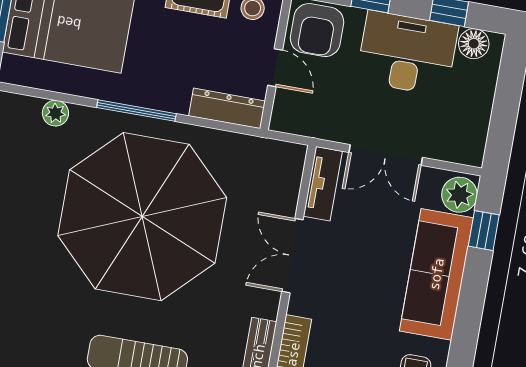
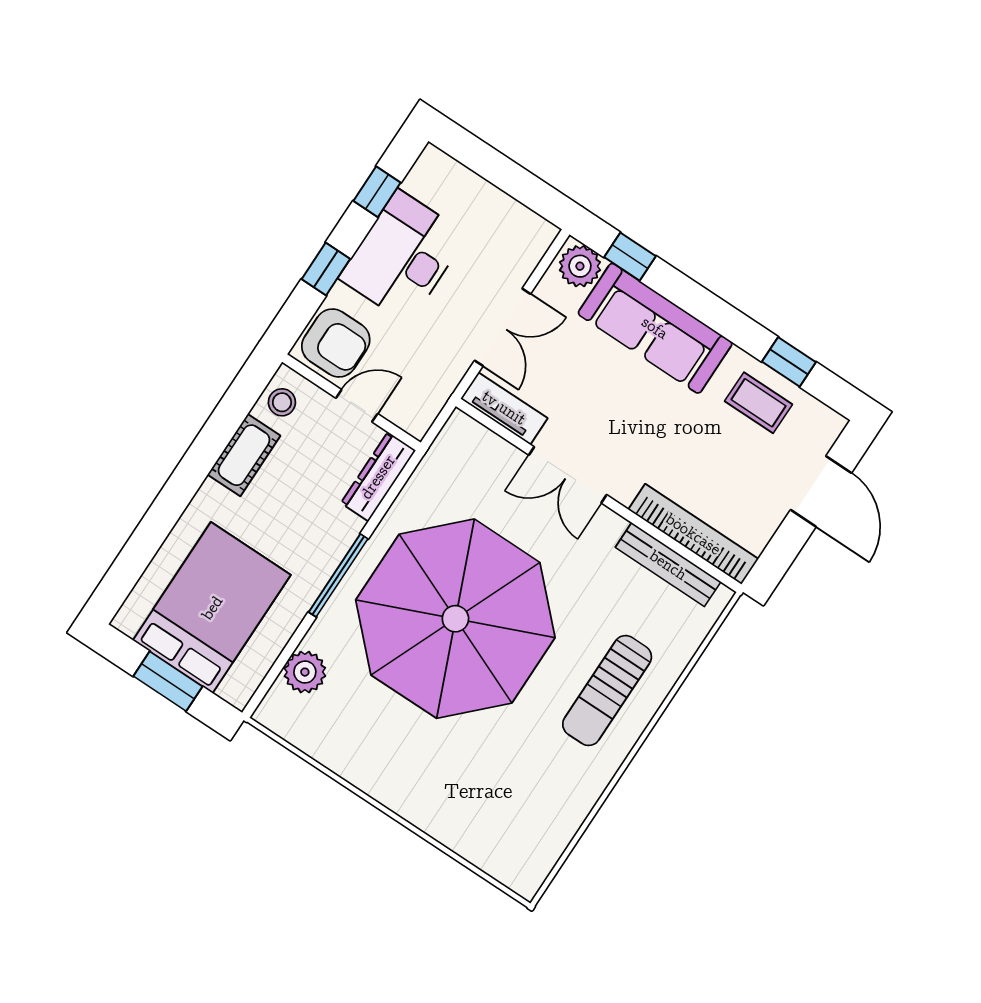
floor lamp: (474, 44) -> (424, 180), removed
plant: (55, 113) -> (305, 672), width x1.38, depth x1.38

